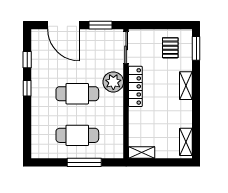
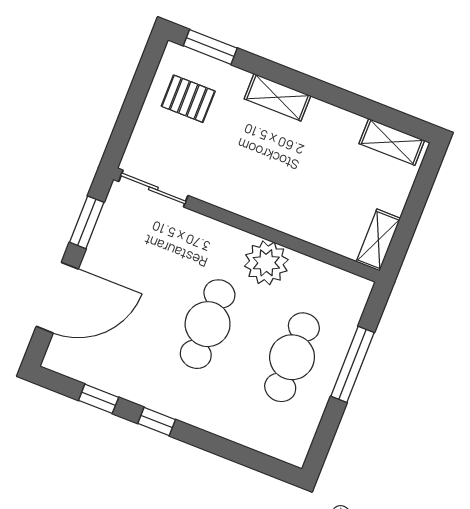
plant: (113, 82) -> (266, 263), moved
locker: (135, 86) -> (239, 200), removed

